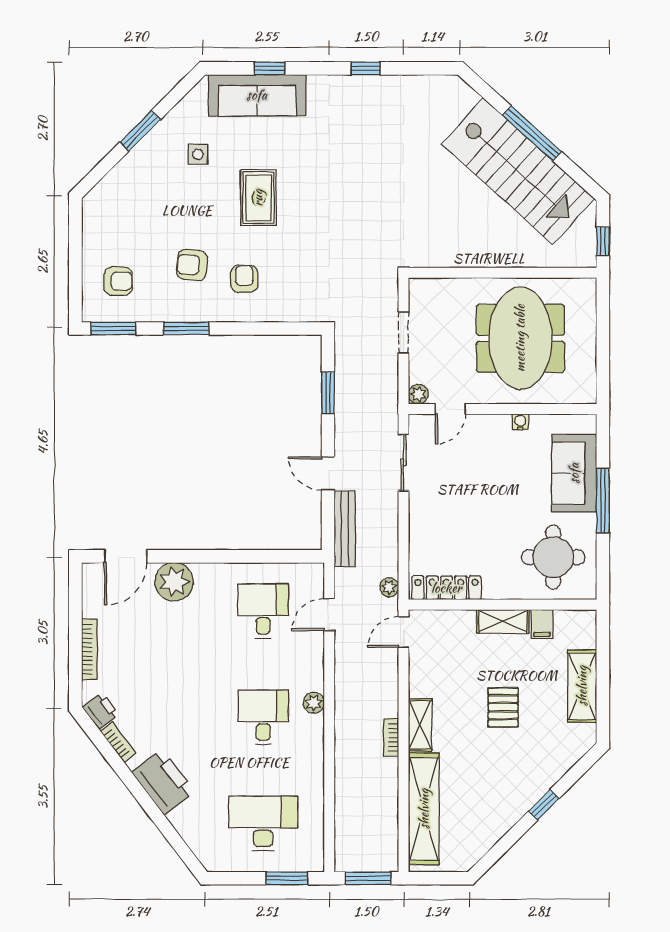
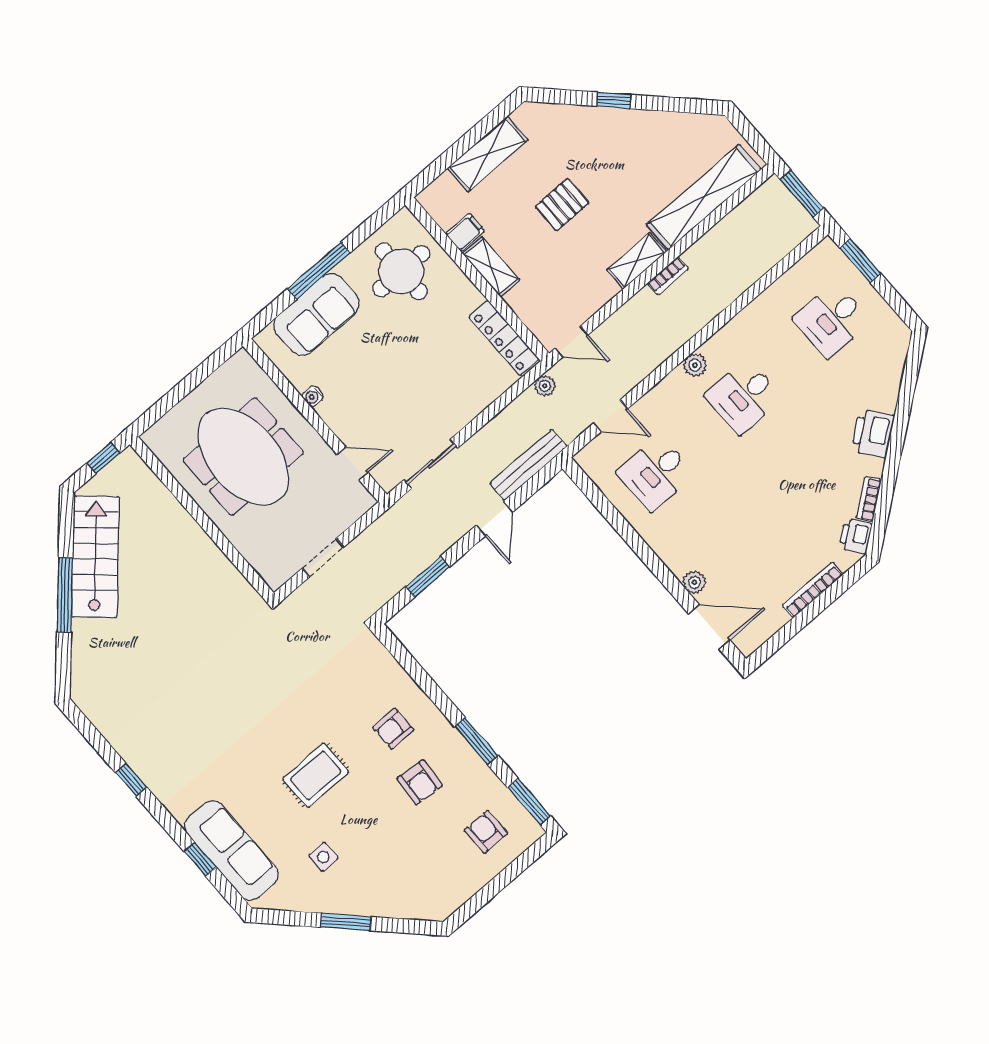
stairs: (518, 171) -> (95, 557), width x0.73, depth x0.66
meeting table: (520, 338) -> (243, 457), turned 90
plant: (418, 394) -> (363, 501), removed
plant: (174, 582) -> (694, 582), width x0.53, depth x0.53
printer: (163, 782) -> (873, 433), width x0.73, depth x0.84
desk: (263, 823) -> (832, 320), width x0.73

